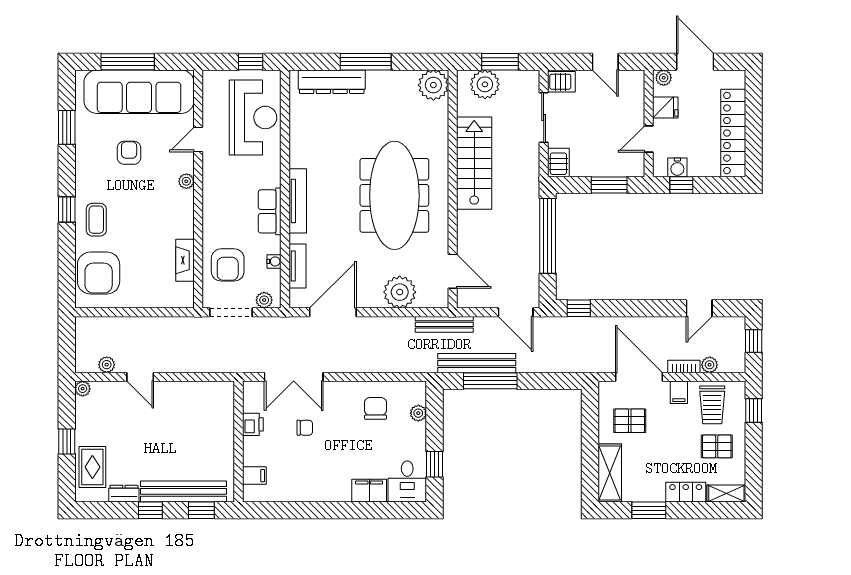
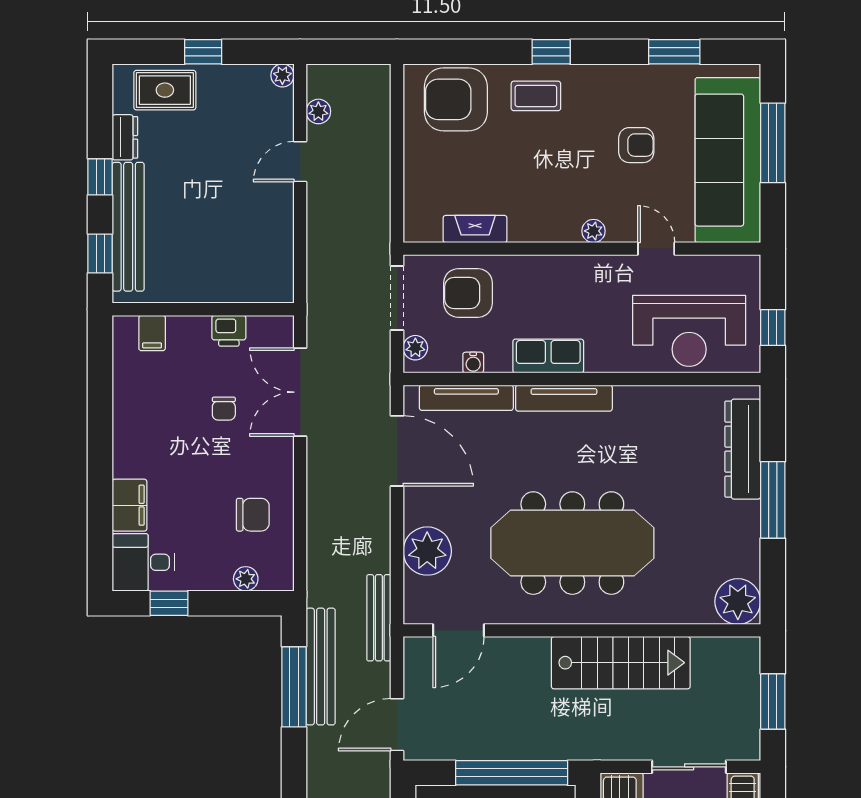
plant: (485, 84) -> (739, 679), removed
tv unit: (298, 266) -> (466, 398), width x1.41

